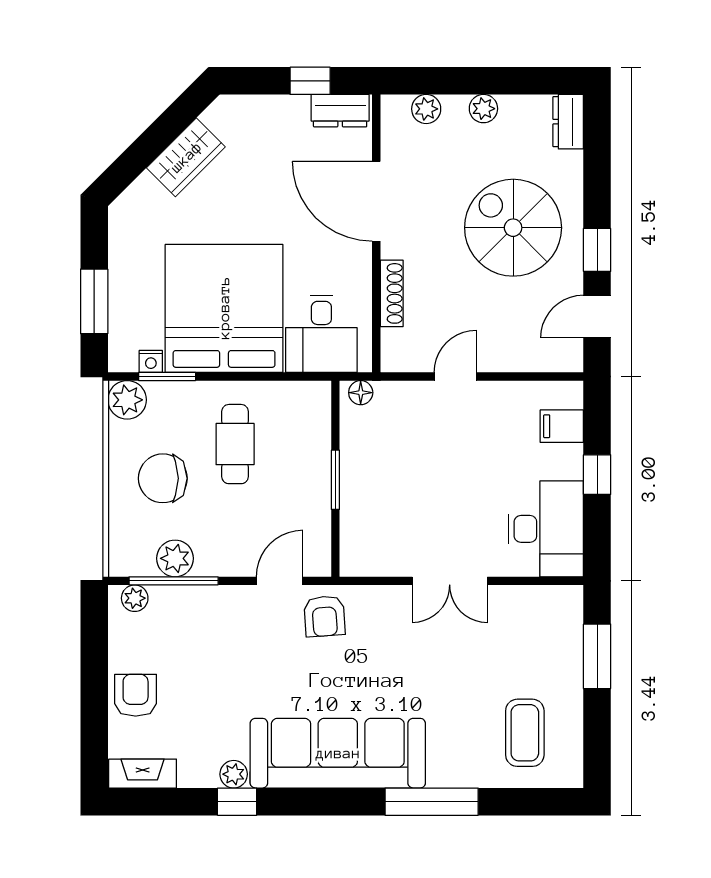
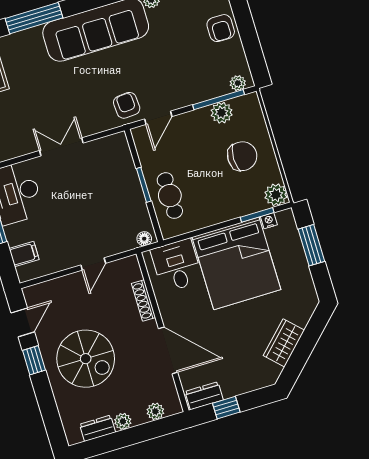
dresser: (568, 122) -> (98, 428), moved, turned -90
cafe table: (235, 444) -> (170, 196), moved

